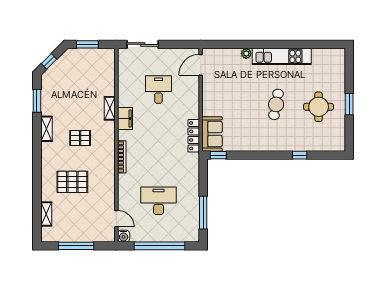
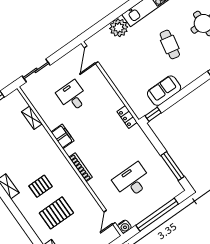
plant: (246, 53) -> (119, 28), width x1.88, depth x1.88
shelving: (110, 108) -> (32, 118), moved
sofa: (212, 134) -> (164, 91), moved, turned -90
locker: (194, 136) -> (127, 117), width x0.66
pallet: (80, 138) -> (41, 186), moved
door: (116, 219) -> (110, 217), swing flipped

